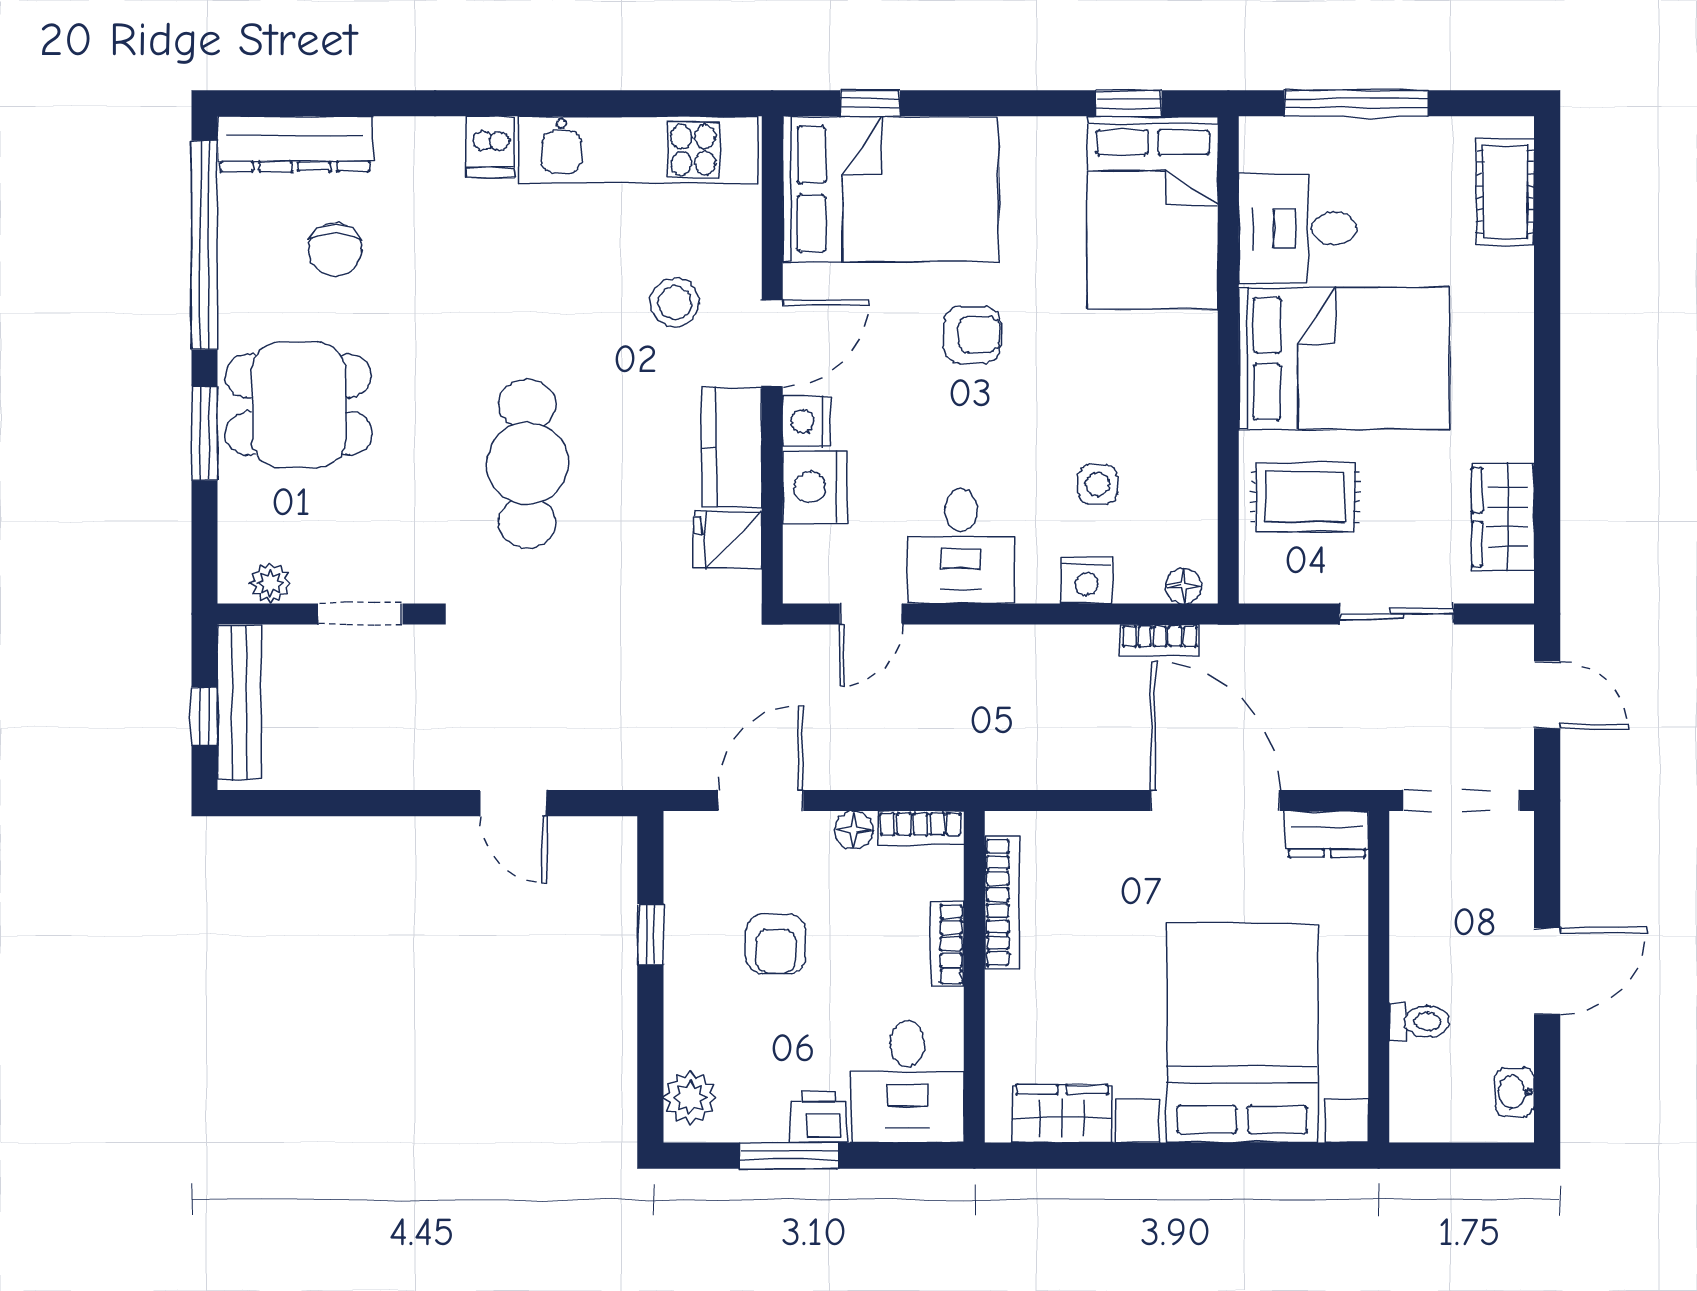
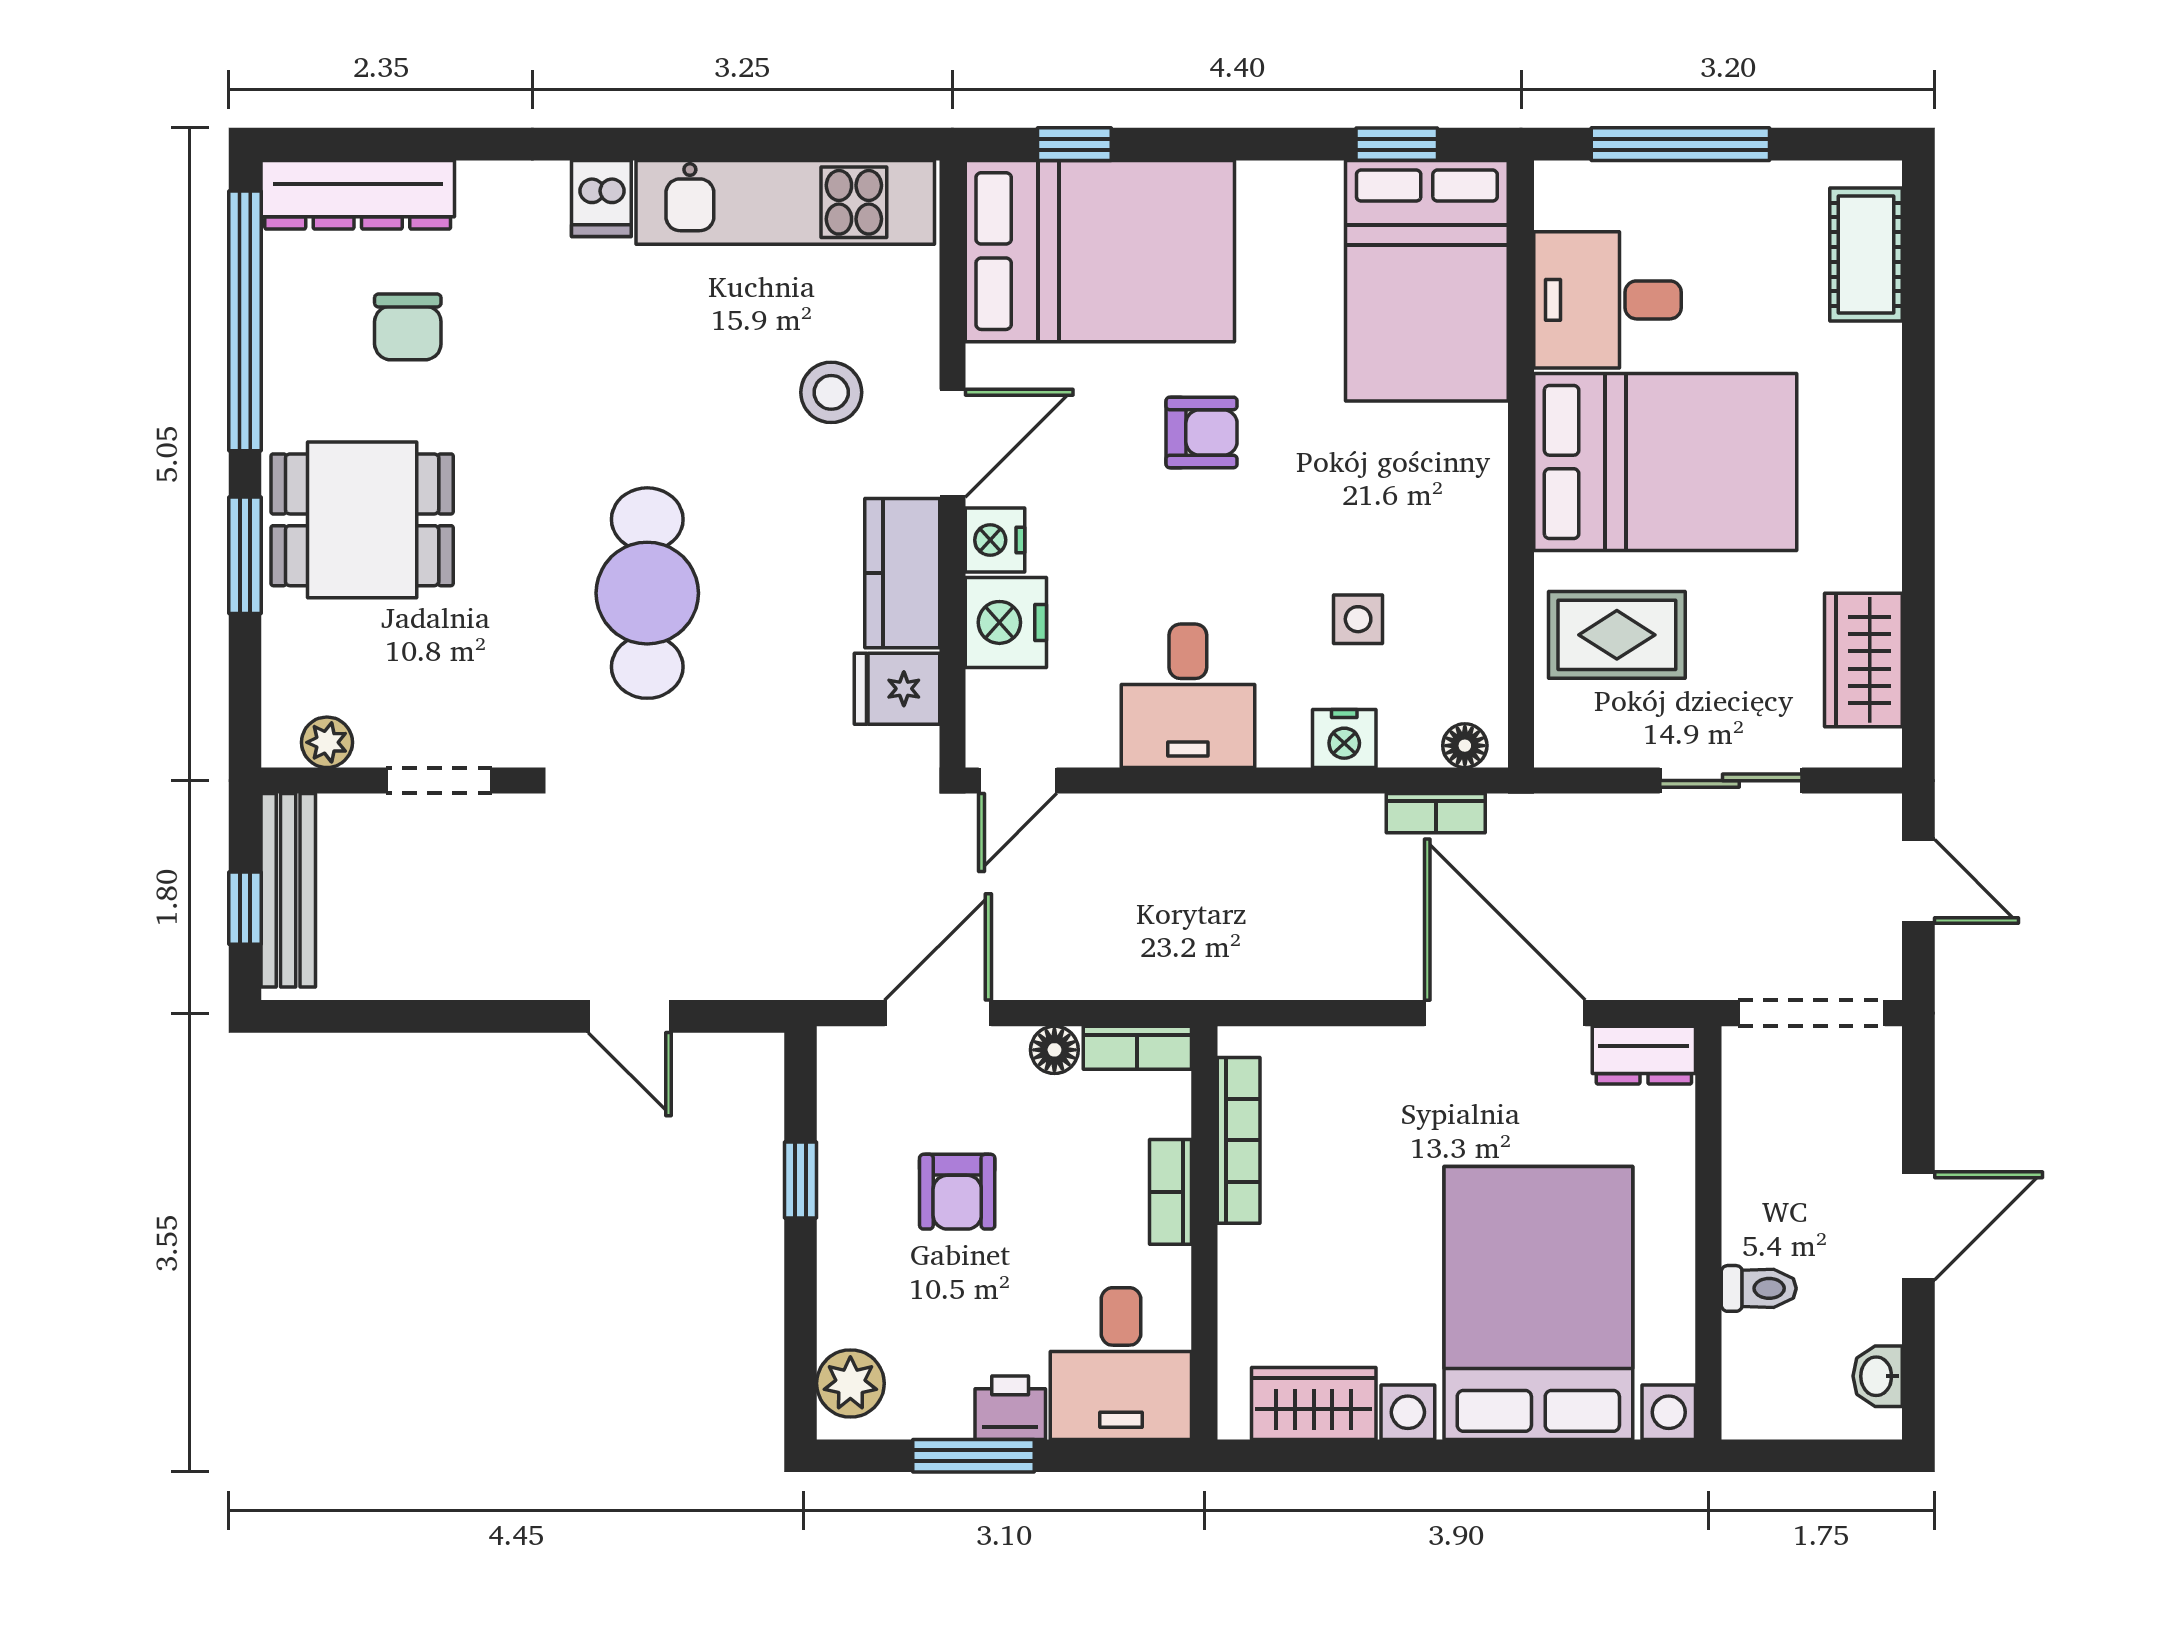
door: (871, 614) -> (1018, 781), moved

